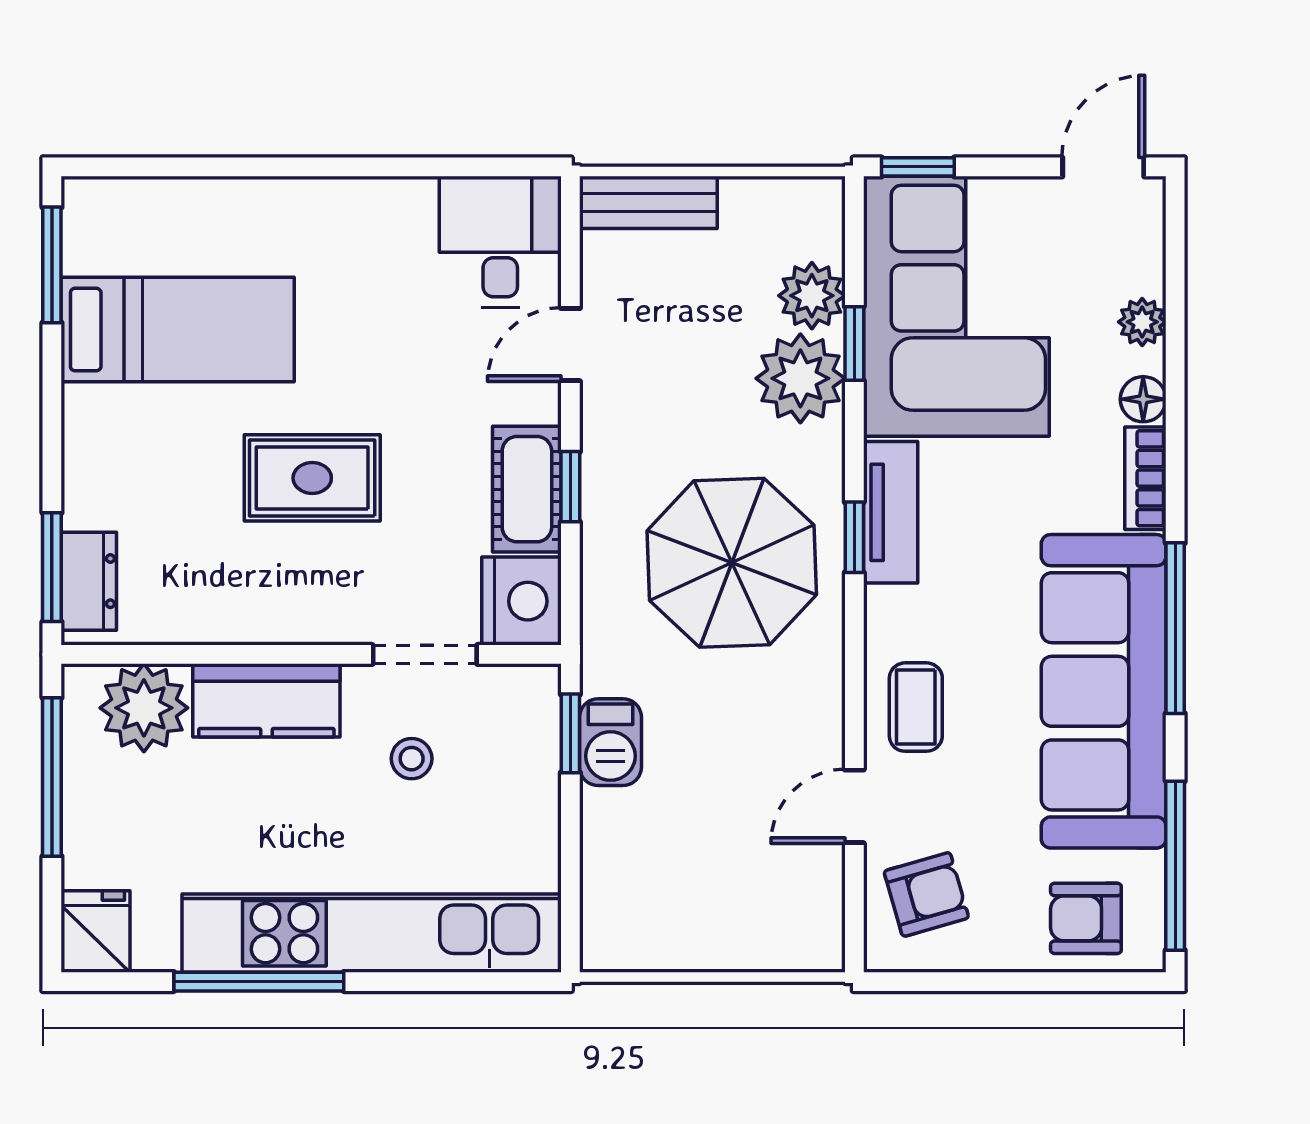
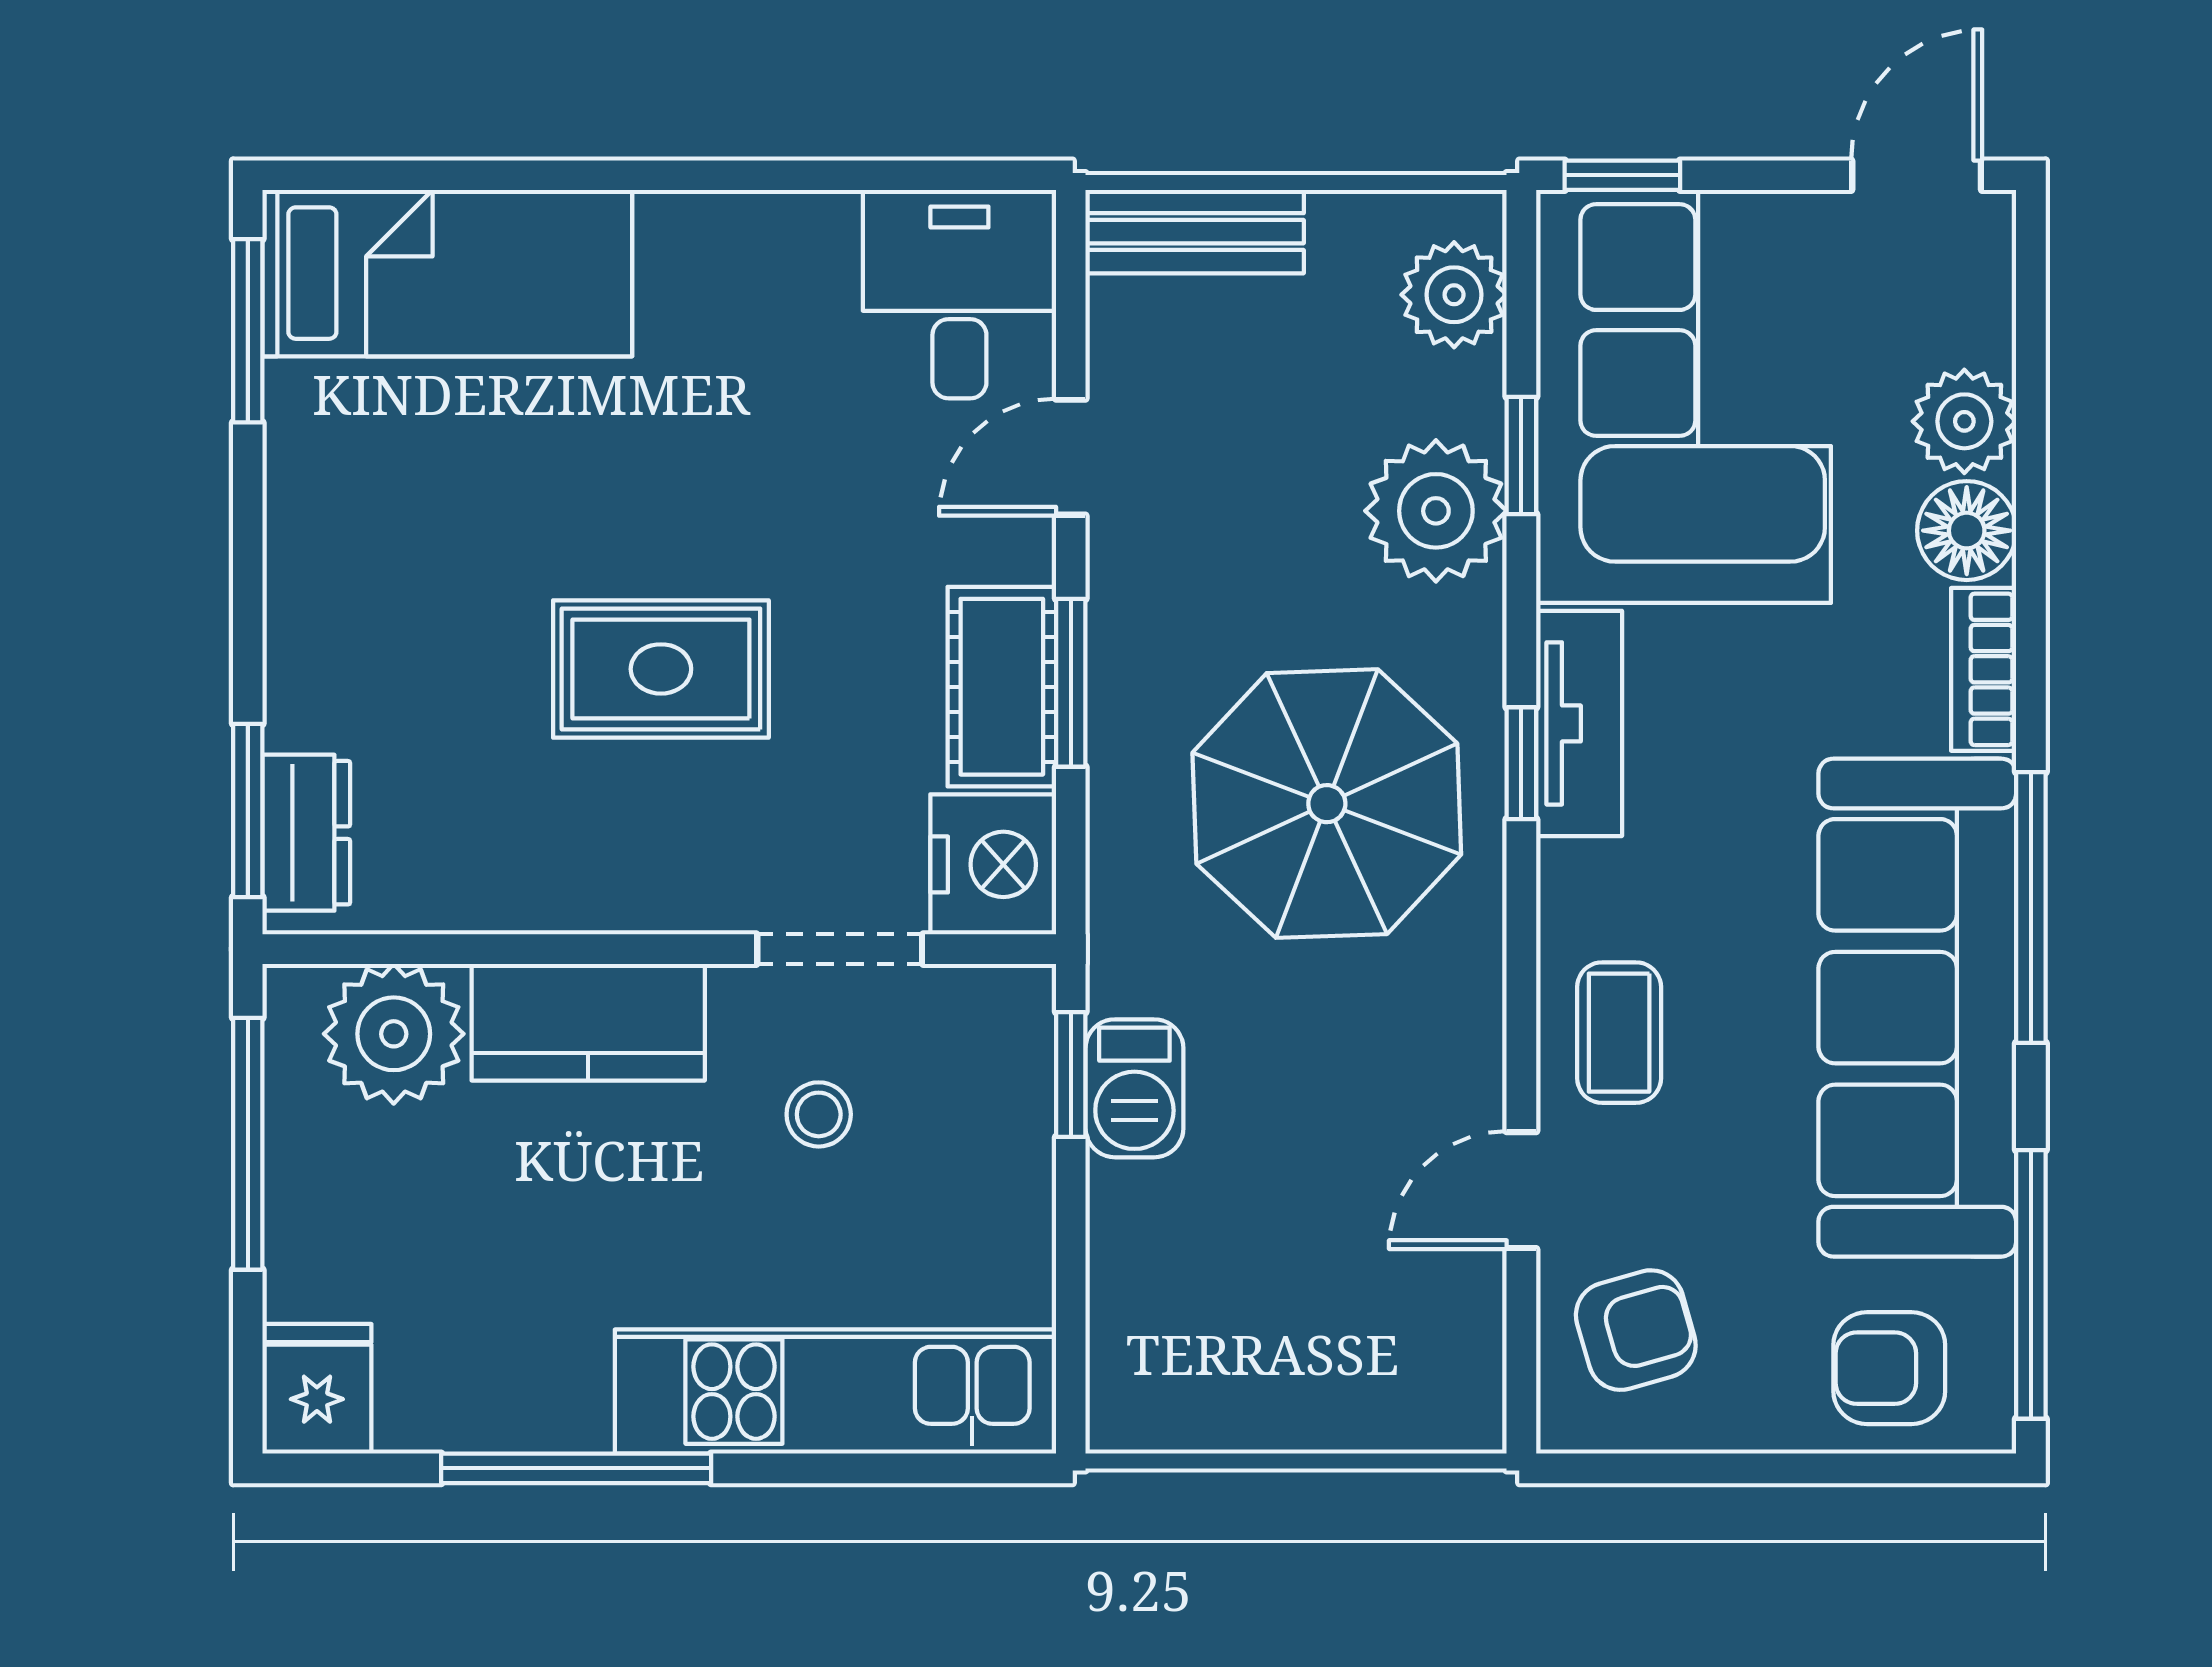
plant: (812, 296) -> (1454, 295), moved
plant: (1142, 322) -> (1964, 421), width x1.38, depth x1.38
bed: (178, 330) -> (447, 273), moved
floor lamp: (1143, 399) -> (1967, 531), width x1.37, depth x1.37
window: (570, 487) -> (1071, 683), width x1.50
kitchen unit: (372, 933) -> (835, 1392), width x0.73

